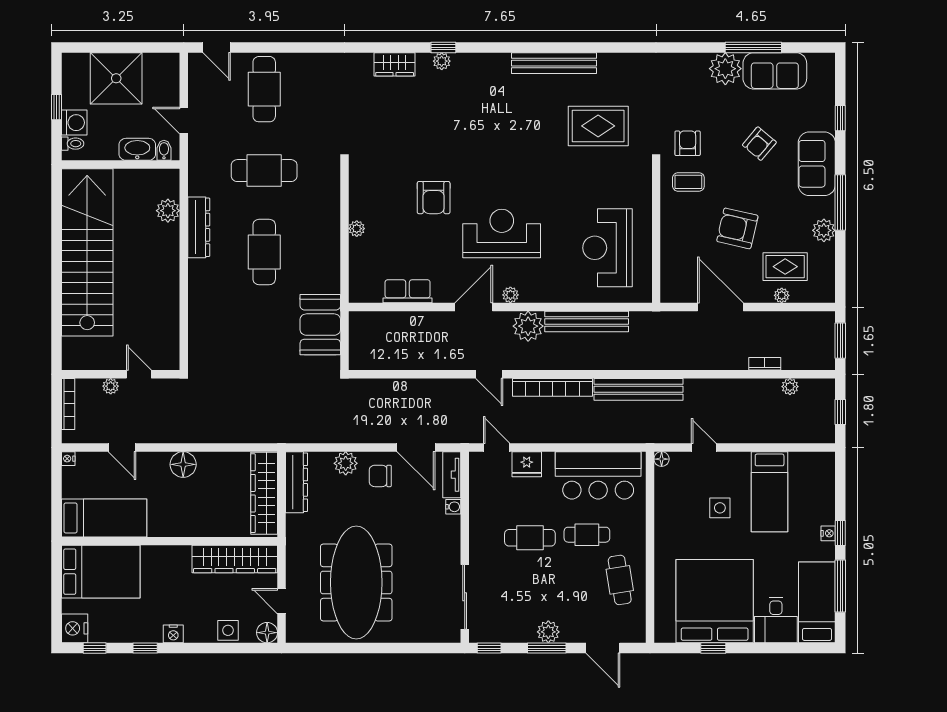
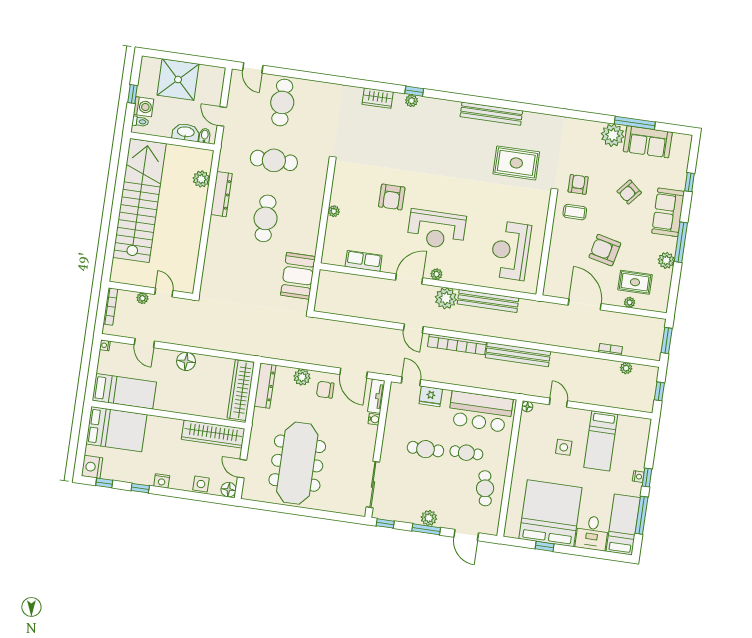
reception desk: (502, 233) -> (437, 230), turned 180

